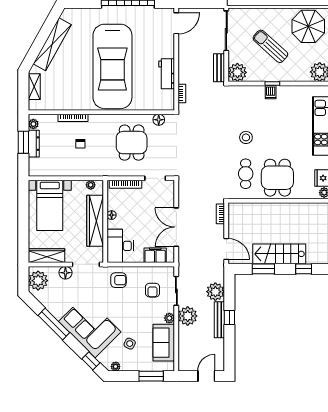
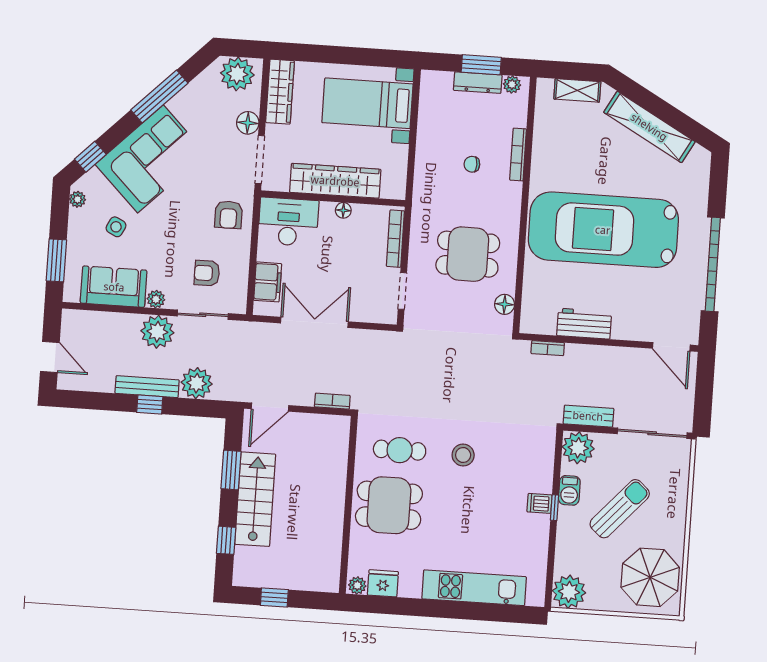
barbecue: (262, 76) -> (569, 490), added
plant: (91, 185) -> (399, 177), removed

